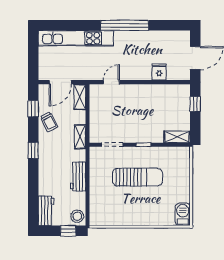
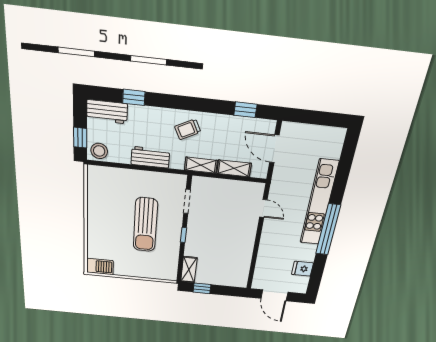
kitchen unit: (76, 38) -> (319, 203), moved
fridge: (159, 72) -> (303, 269), moved, turned 180
shelving: (80, 97) -> (234, 168), moved
window: (195, 104) -> (202, 288), moved
trolley: (49, 122) -> (188, 129), moved
window: (33, 150) -> (134, 97), moved

